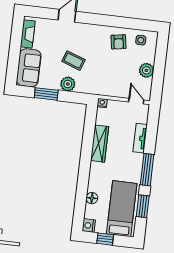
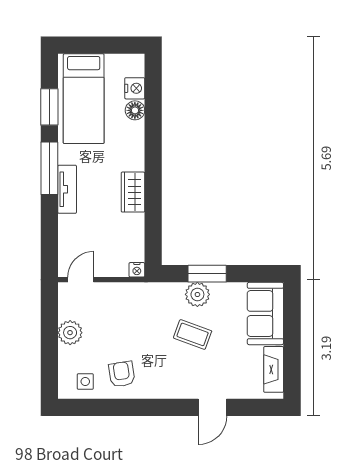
window: (46, 94) -> (207, 274), moved
door: (136, 101) -> (81, 280), swing flipped
tv unit: (140, 138) -> (67, 189), moved
wardrobe: (100, 144) -> (133, 192), width x0.67
nightstand: (89, 225) -> (135, 88), moved
window: (105, 239) -> (105, 45), removed

